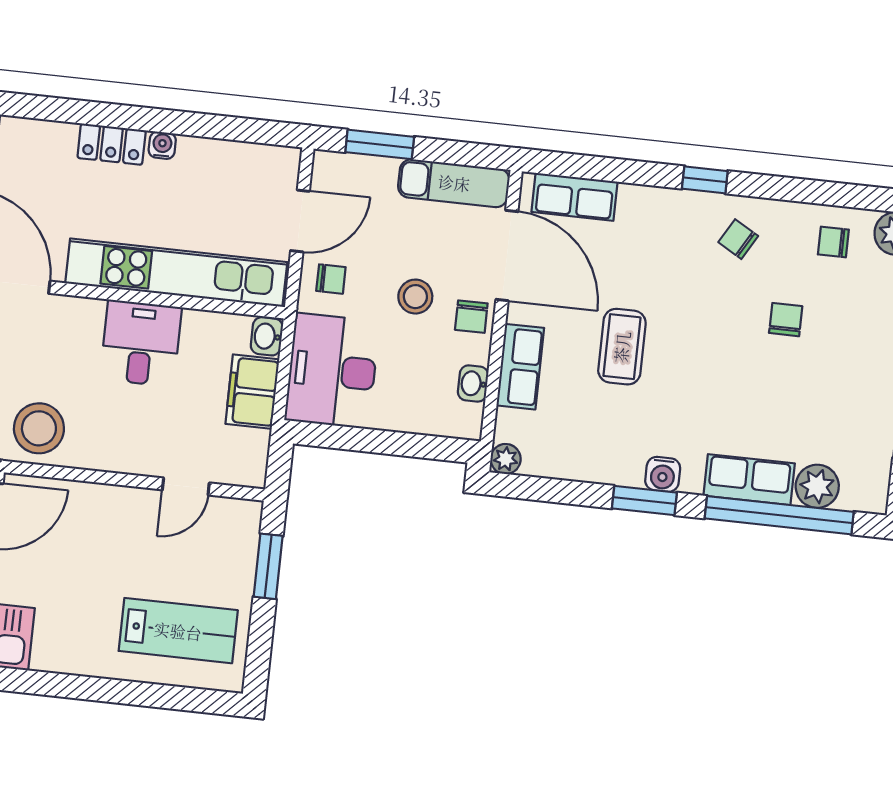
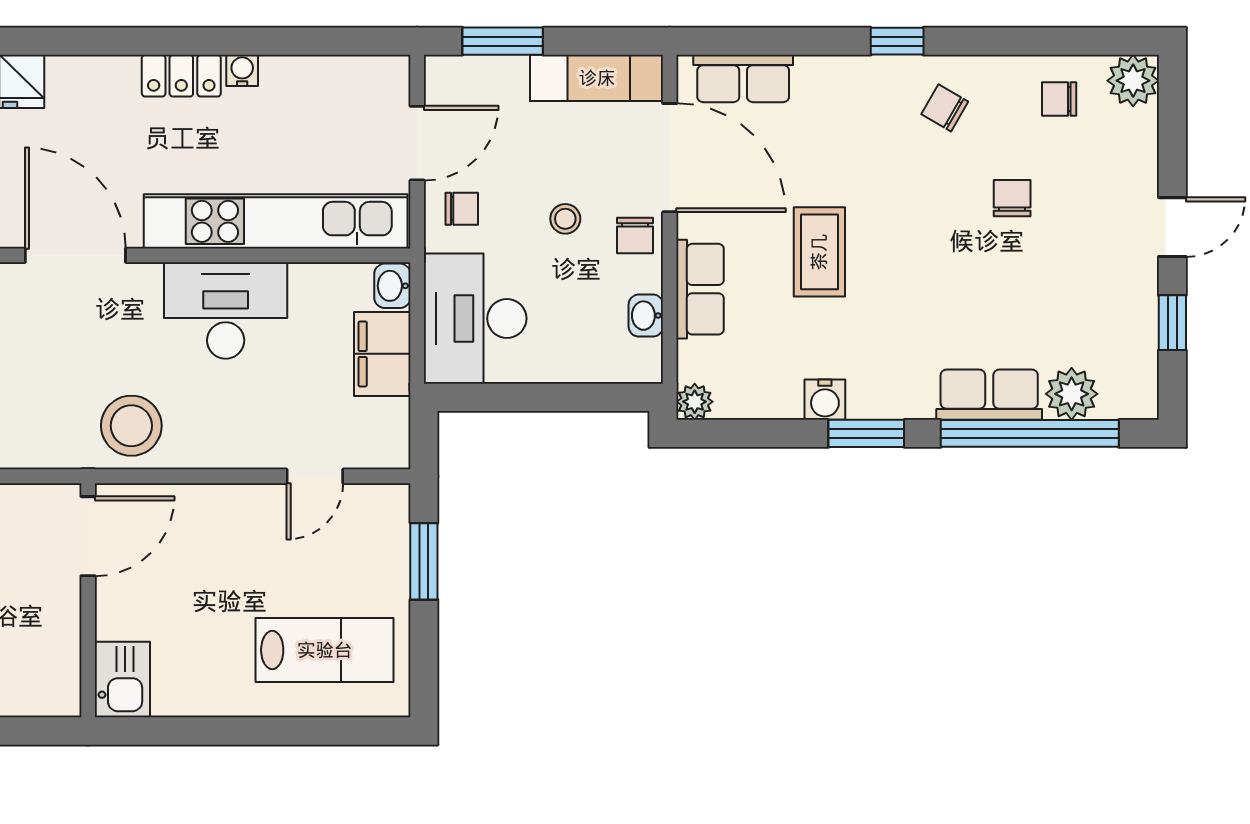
stool: (415, 297) -> (565, 219), width x0.73, depth x0.73
desk: (141, 343) -> (226, 310), width x1.37
water cooler: (663, 474) -> (825, 400), moved

